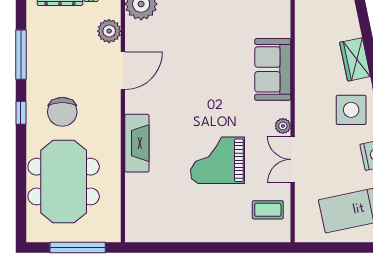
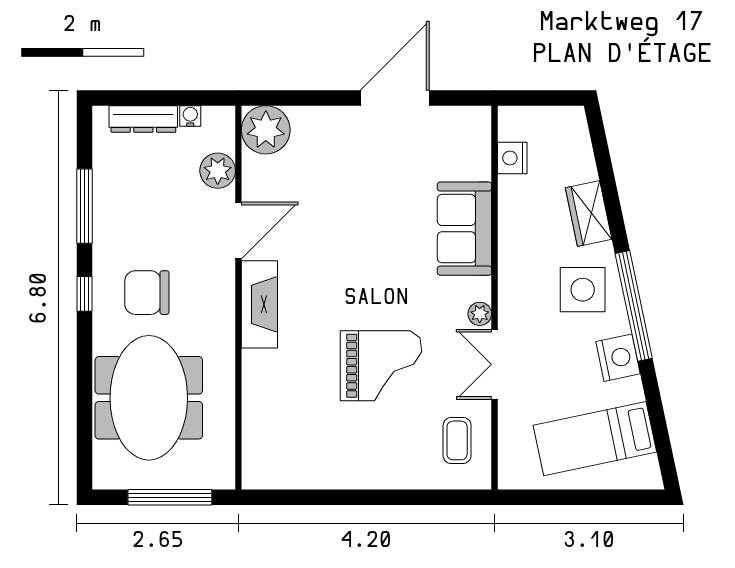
nightstand: (304, 23) -> (512, 158), added
chair: (62, 112) -> (147, 293), turned 90
fireplace: (137, 143) -> (259, 304), moved
grand piano: (217, 160) -> (381, 366), turned 180
coffee table: (268, 210) -> (457, 440), turned 90

